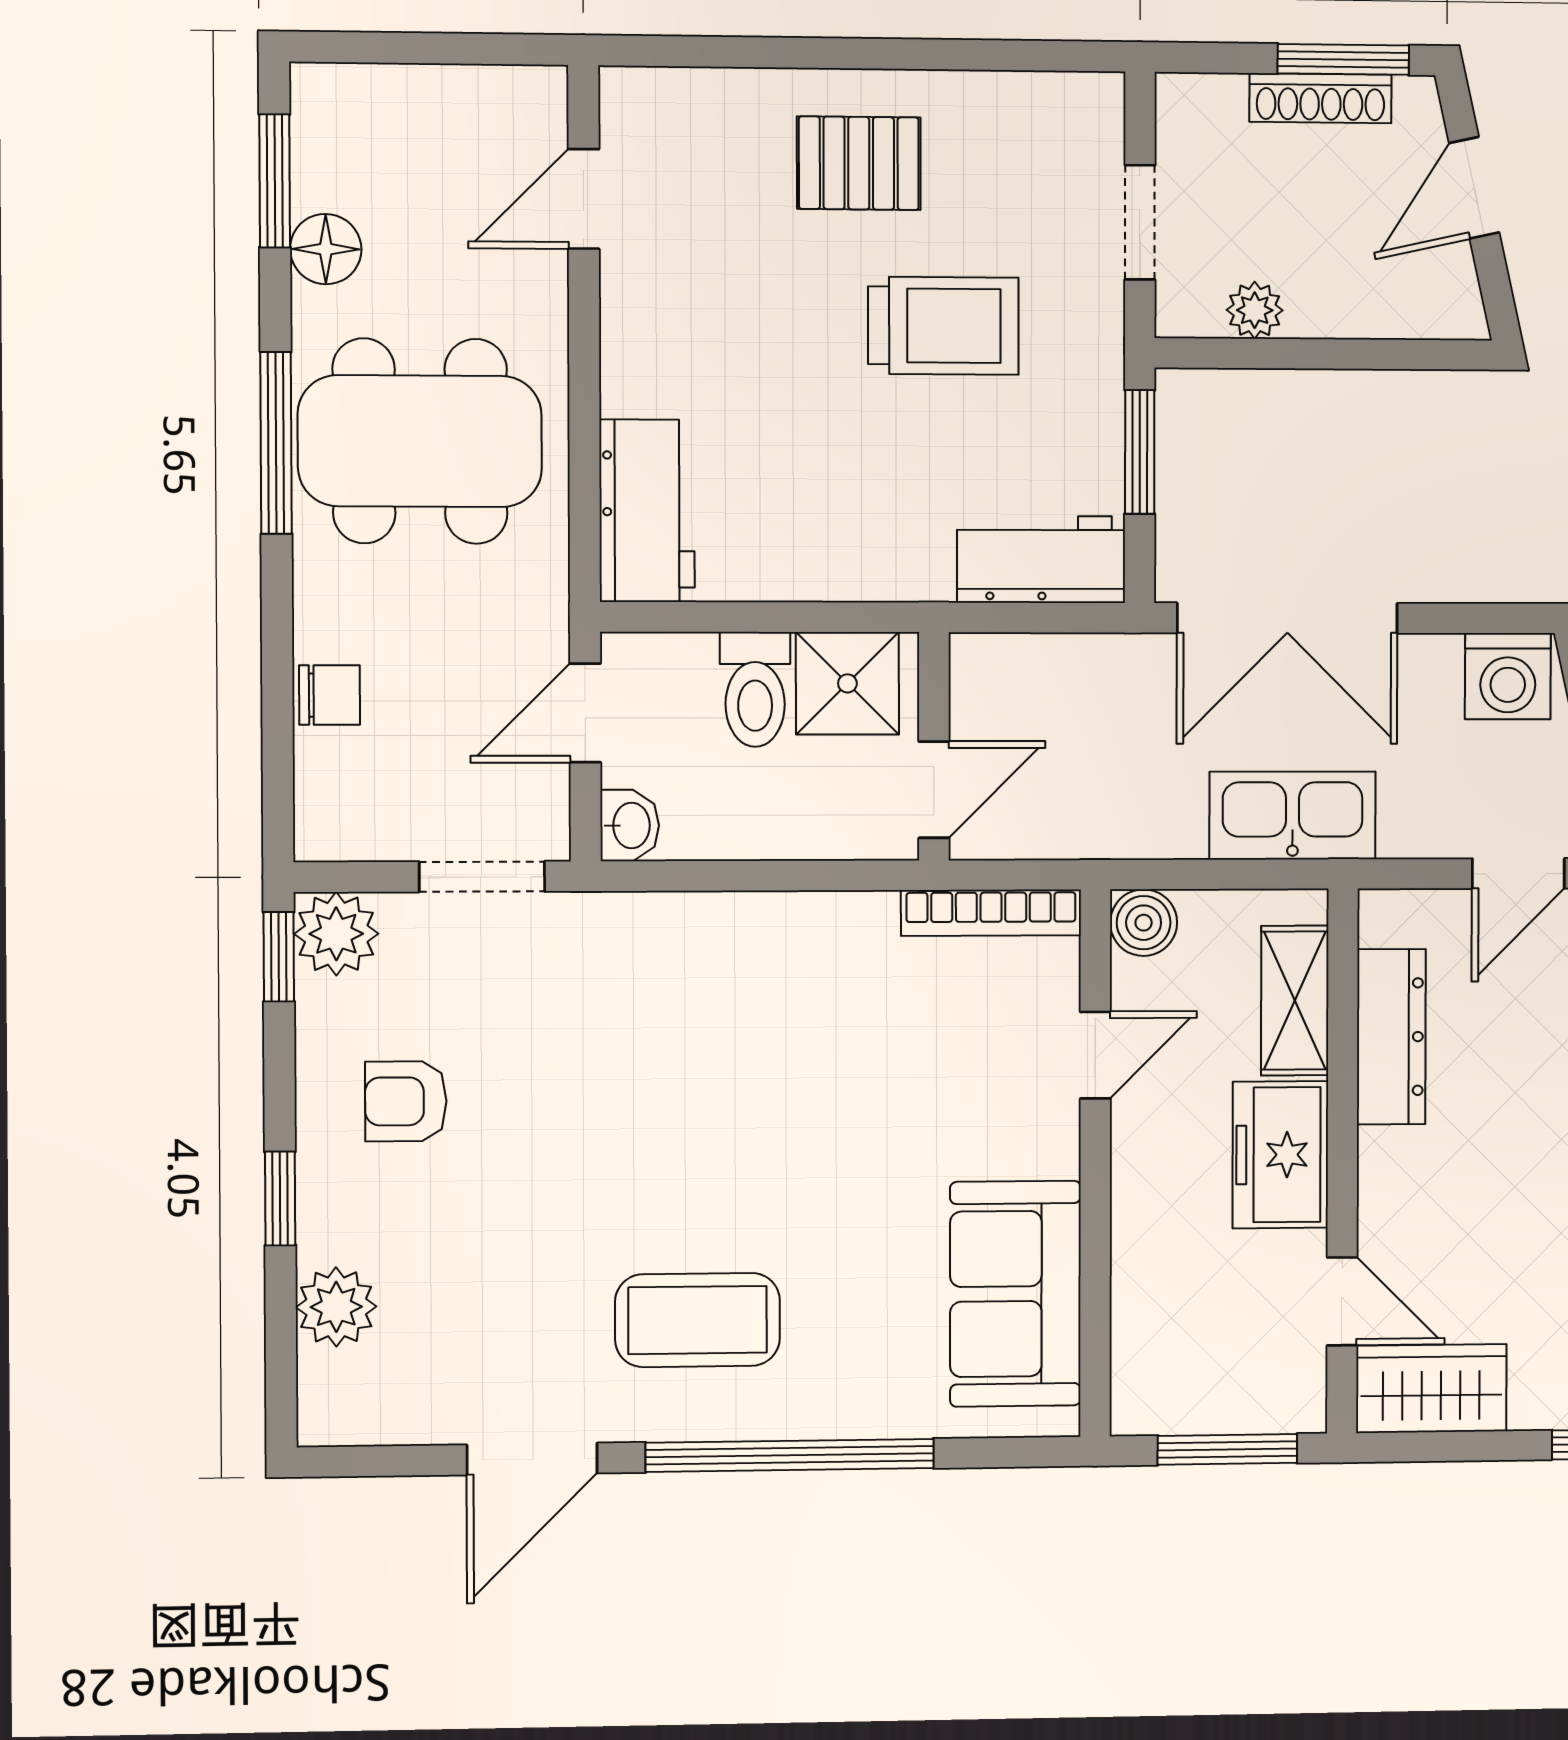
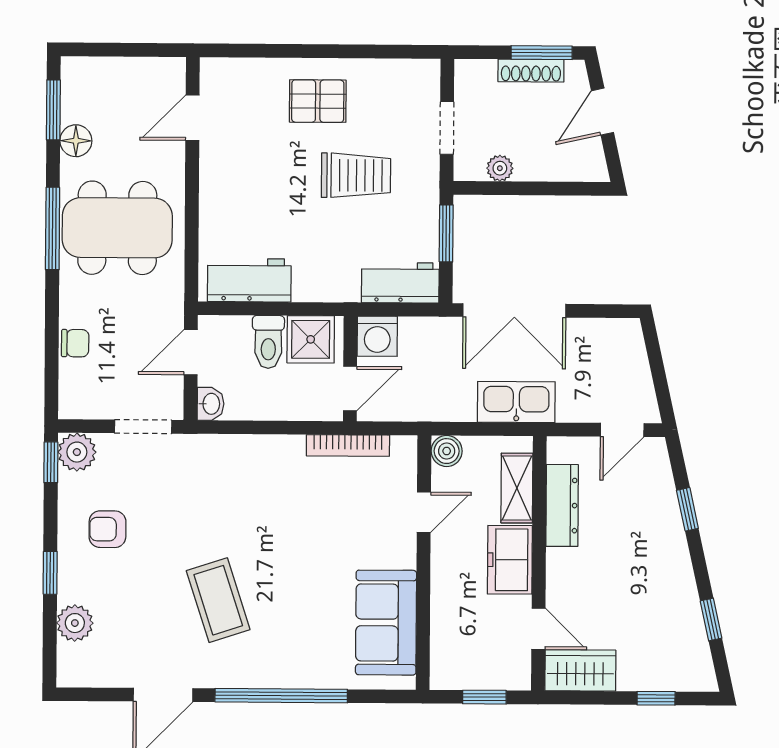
workbench: (647, 511) -> (249, 280), moved, turned -90
washing machine: (1508, 676) -> (377, 336), moved
bookcase: (991, 913) -> (348, 445), moved
coffee table: (698, 1320) -> (218, 600), moved, turned 72
window: (1227, 1449) -> (484, 697), width x0.67

